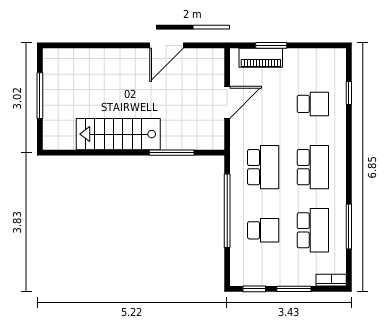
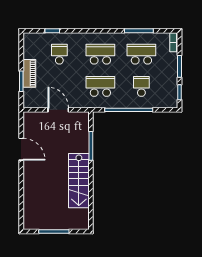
piano: (261, 58) -> (29, 73), moved

